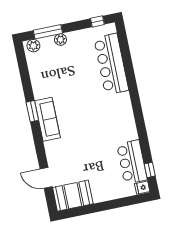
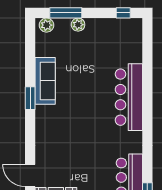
bar counter: (111, 64) -> (129, 97), moved
sofa: (47, 119) -> (45, 81), moved

